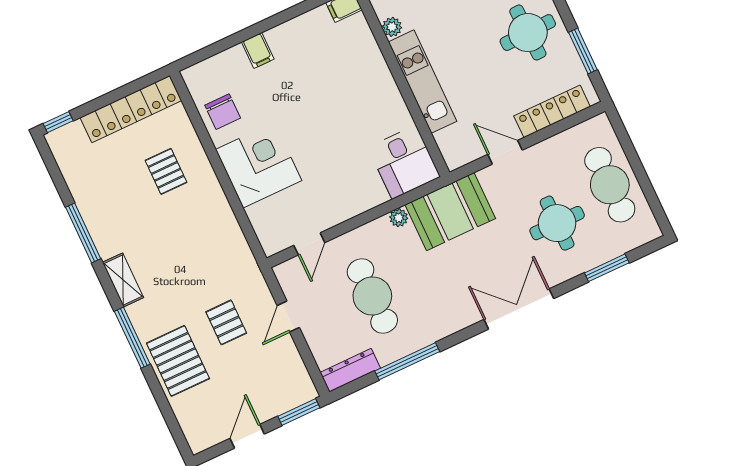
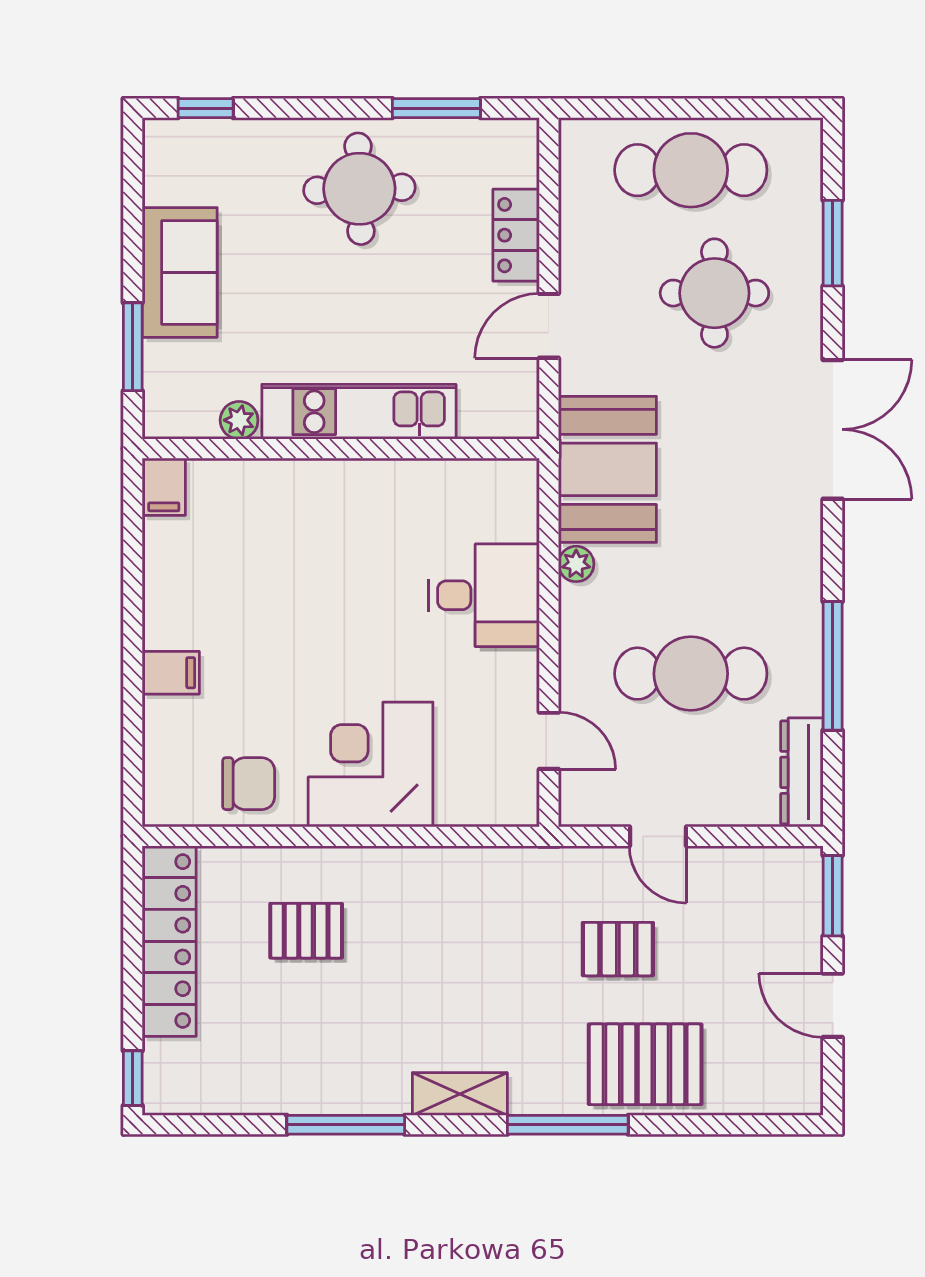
locker: (552, 111) -> (516, 235), width x0.66
desk: (404, 162) -> (484, 595), moved
double door: (519, 309) -> (833, 429), swing flipped

